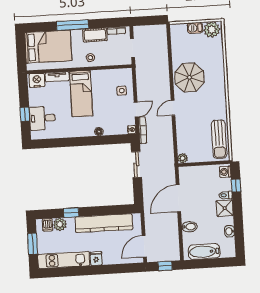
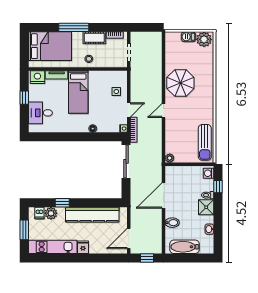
window: (25, 114) -> (24, 98), moved
sliding door: (136, 165) -> (126, 161), width x1.37

